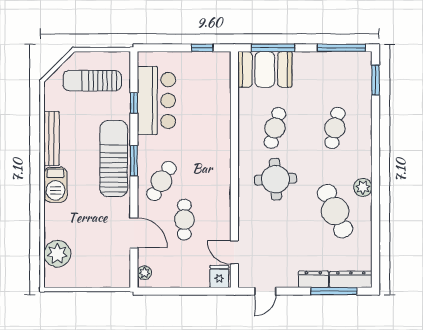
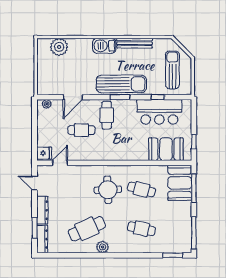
booth: (213, 90) -> (166, 149), added
cafe table: (161, 181) -> (107, 115), turned 60
dresser: (313, 279) -> (42, 210), width x1.44
window: (334, 291) -> (35, 228), width x0.69

